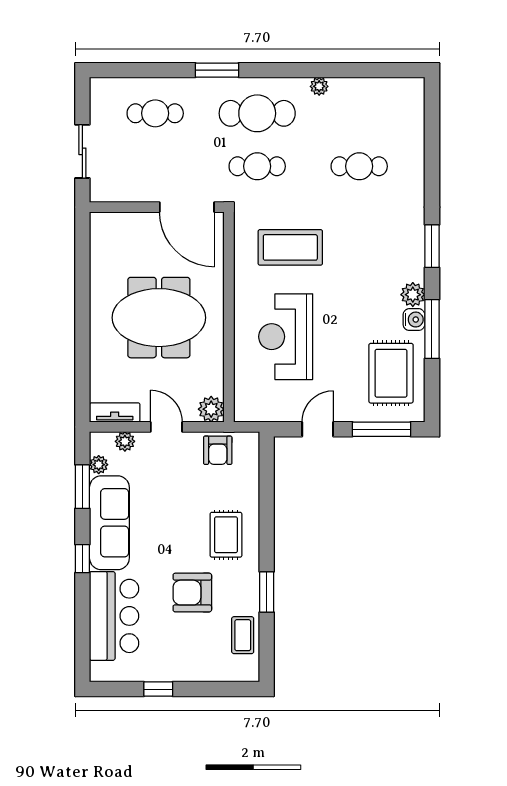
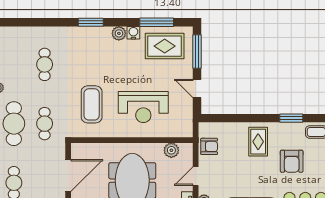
door: (187, 207) -> (68, 176), moved
window: (432, 329) -> (157, 22), moved
plant: (211, 409) -> (171, 150), moved
rug: (226, 535) -> (258, 142), turned 90

